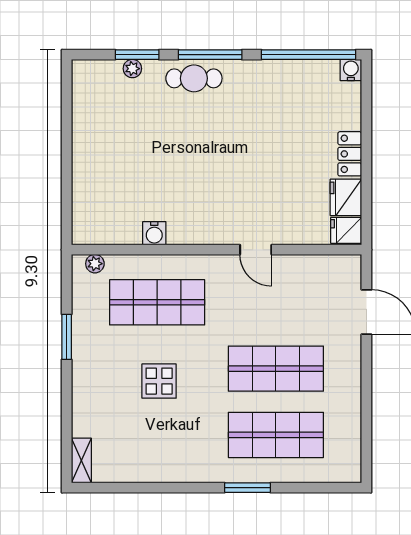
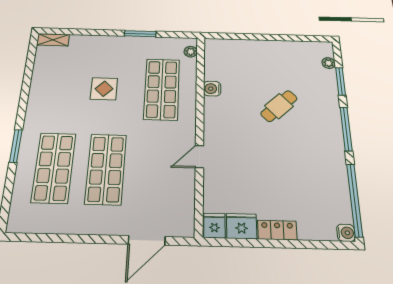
plant: (132, 69) -> (329, 63), moved
cafe table: (194, 78) -> (279, 106), moved, turned 47

